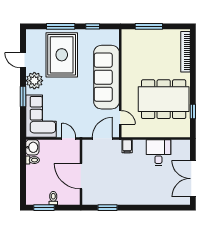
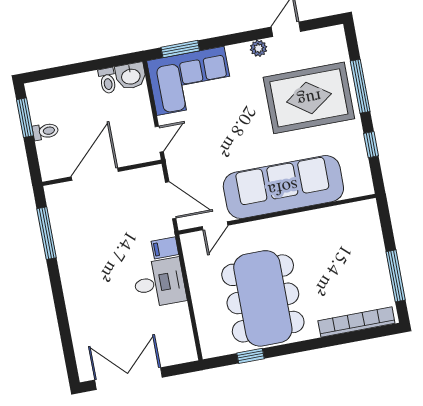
window: (149, 26) -> (396, 276), moved
plant: (34, 81) -> (259, 48), width x0.53, depth x0.53
window: (23, 97) -> (180, 49), moved
desk: (158, 153) -> (159, 283), moved
window: (108, 208) -> (47, 233), width x1.44

